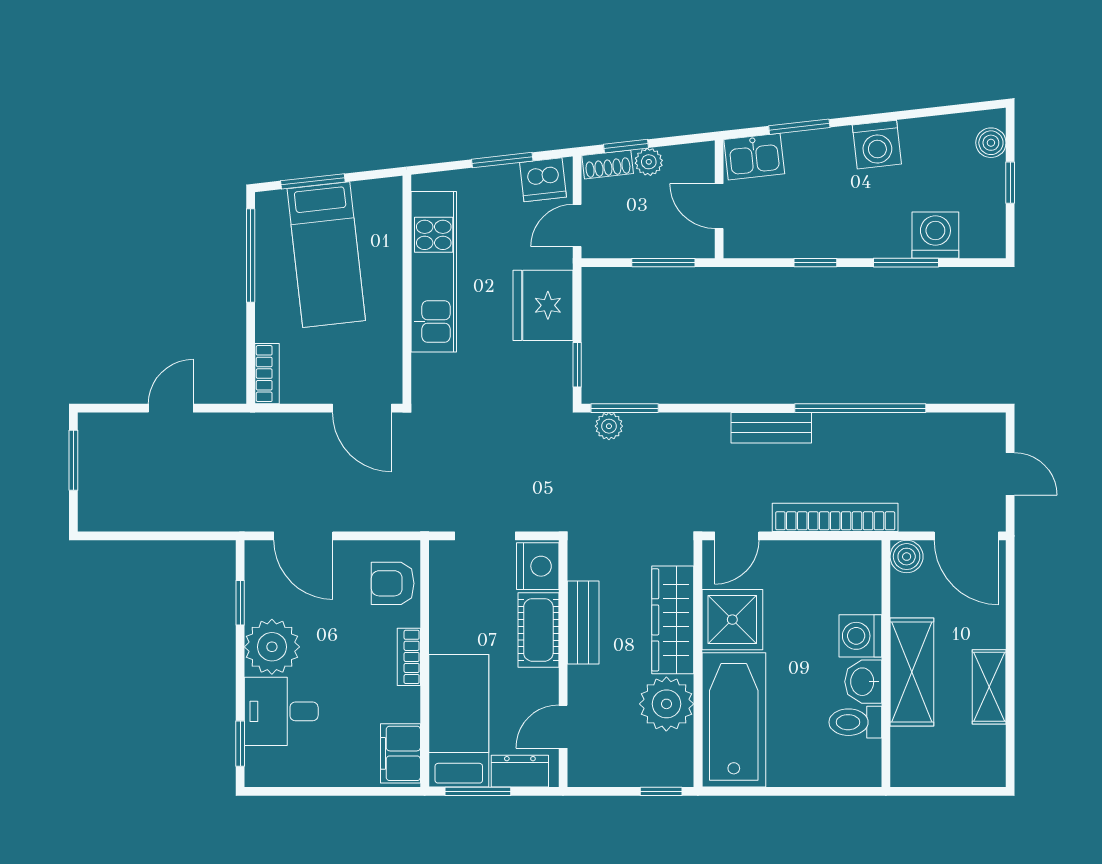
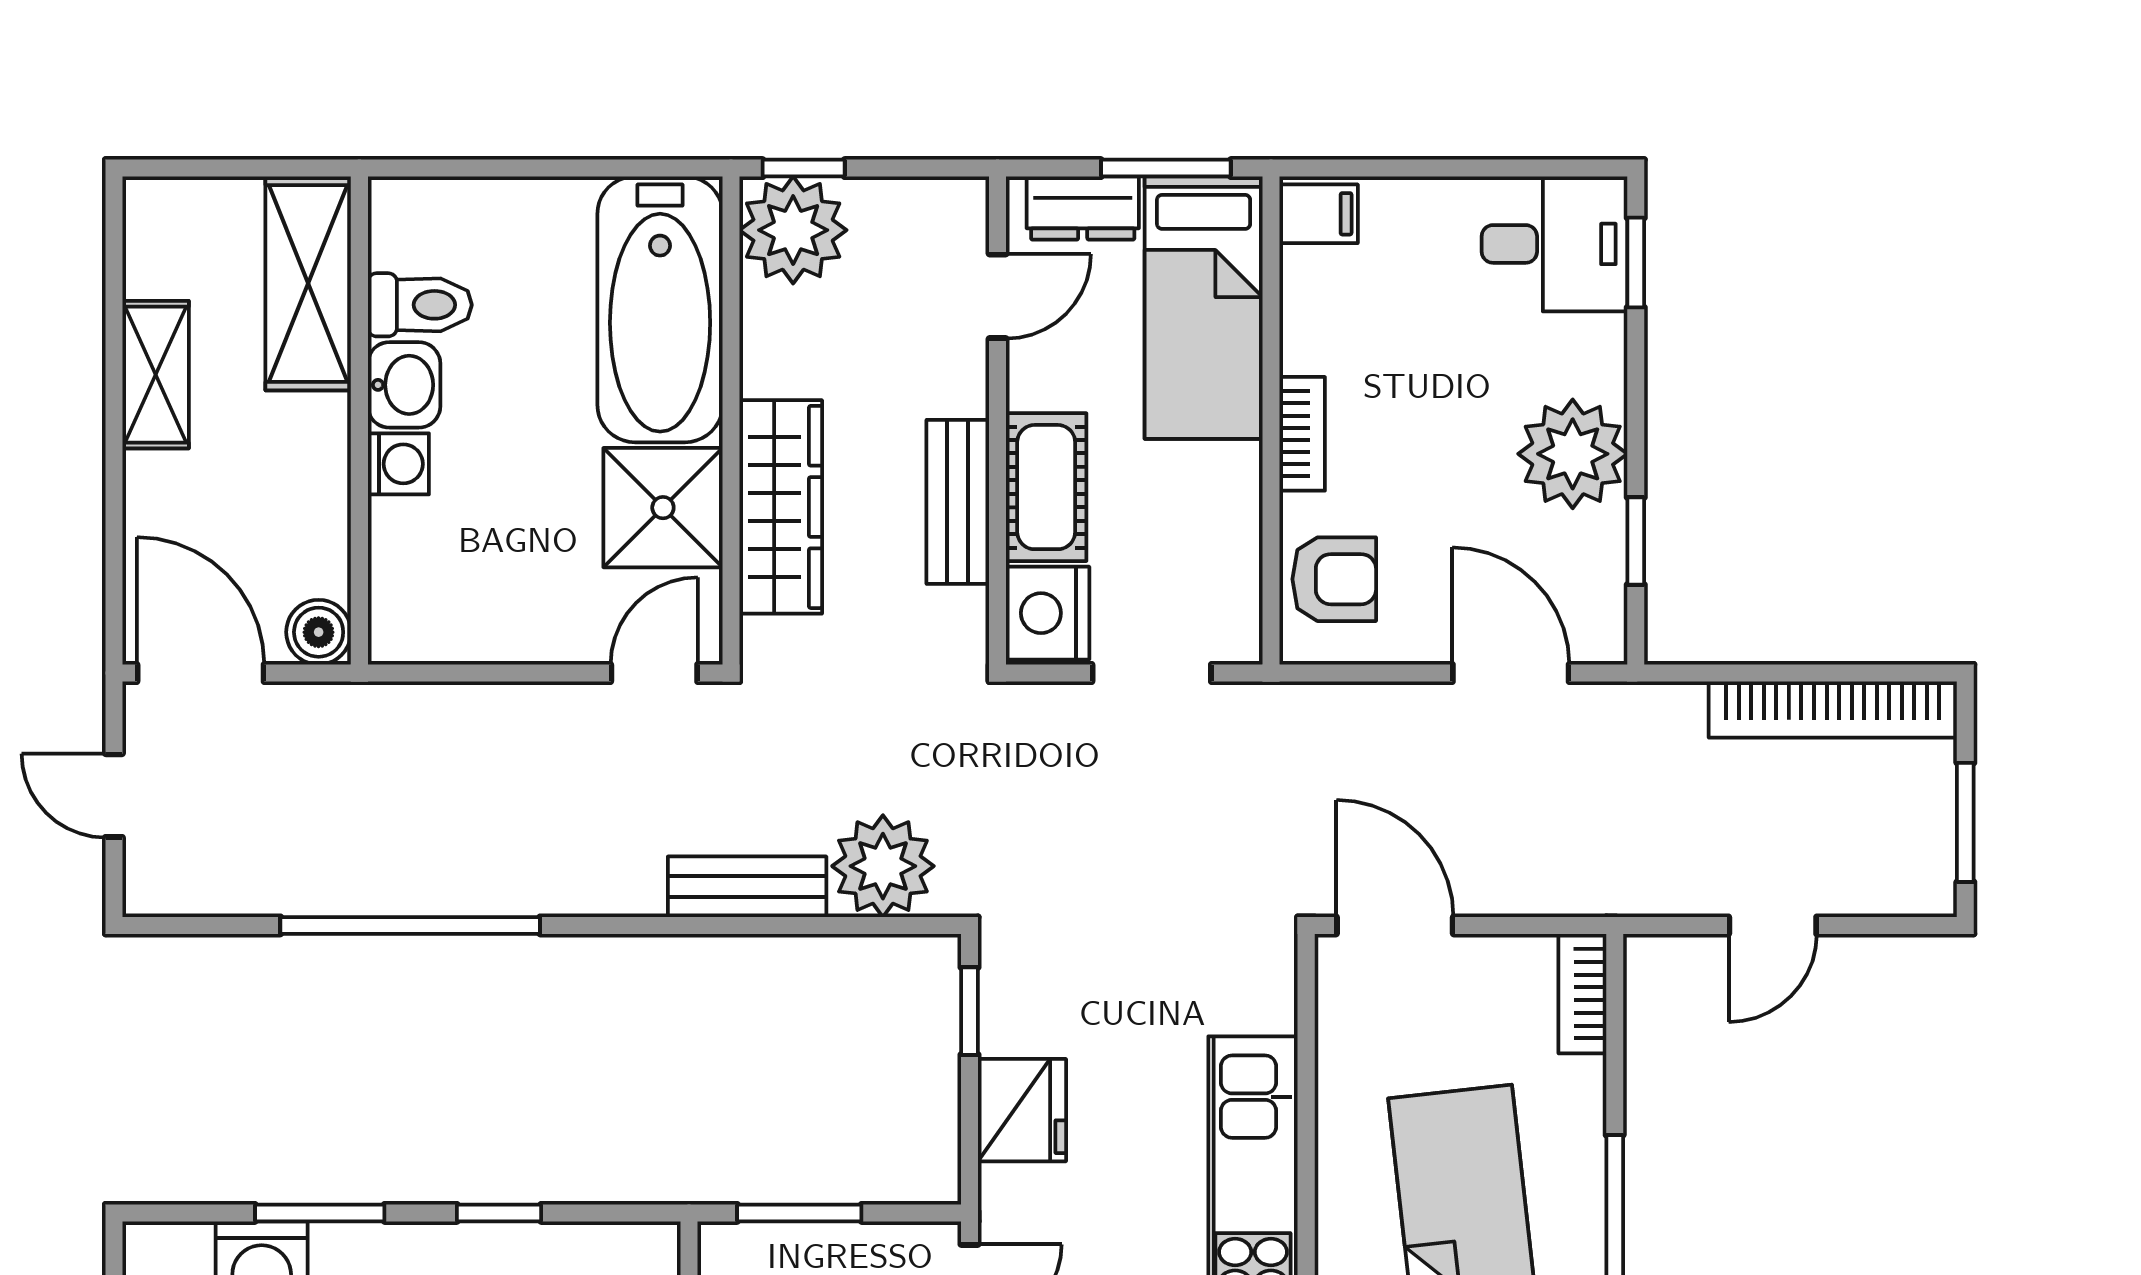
fridge: (543, 305) -> (1022, 1110), width x0.73, depth x0.75
window: (625, 408) -> (876, 925), removed
plant: (609, 426) -> (883, 866), width x1.88, depth x1.88
bench: (771, 428) -> (747, 887), moved
bookcase: (835, 517) -> (1833, 710), moved
washing machine: (860, 636) -> (398, 464), width x0.73, depth x0.73
shelving: (912, 672) -> (308, 283), moved
plant: (666, 704) -> (793, 230), moved
desk: (281, 711) -> (1554, 244), moved
filing cabinet: (401, 753) -> (1319, 214), width x0.50

